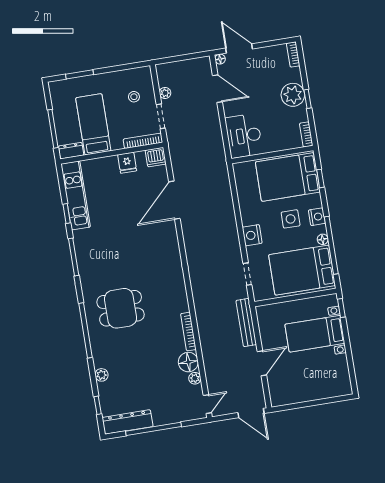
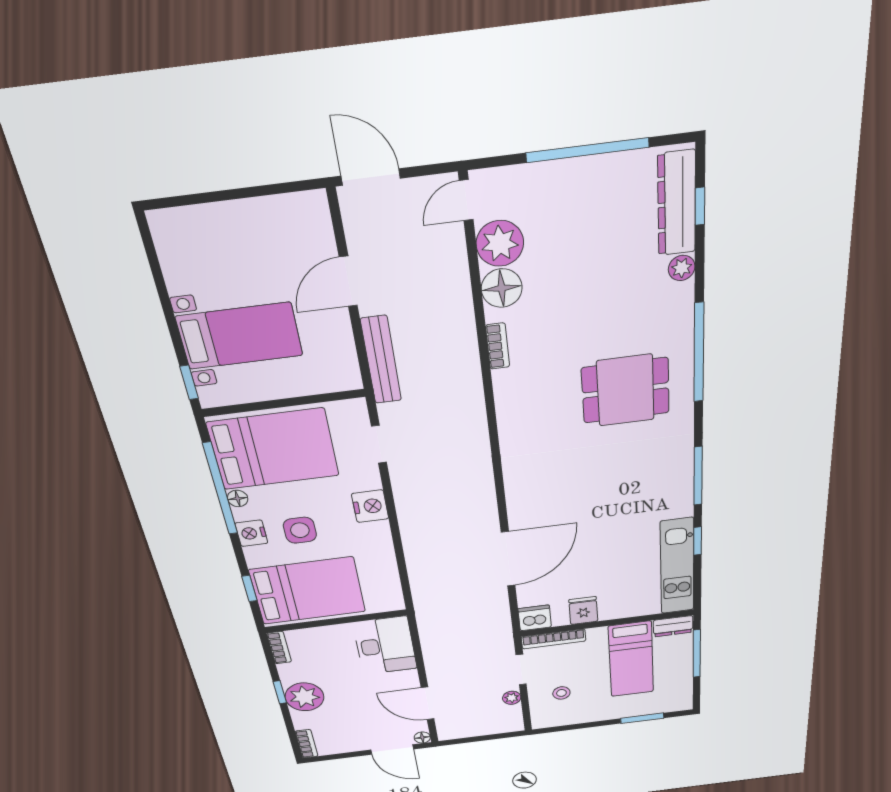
bookcase: (188, 332) -> (498, 346), width x0.64
plant: (195, 378) -> (500, 243), width x1.88, depth x1.88
dresser: (128, 422) -> (677, 203), moved, turned 90

